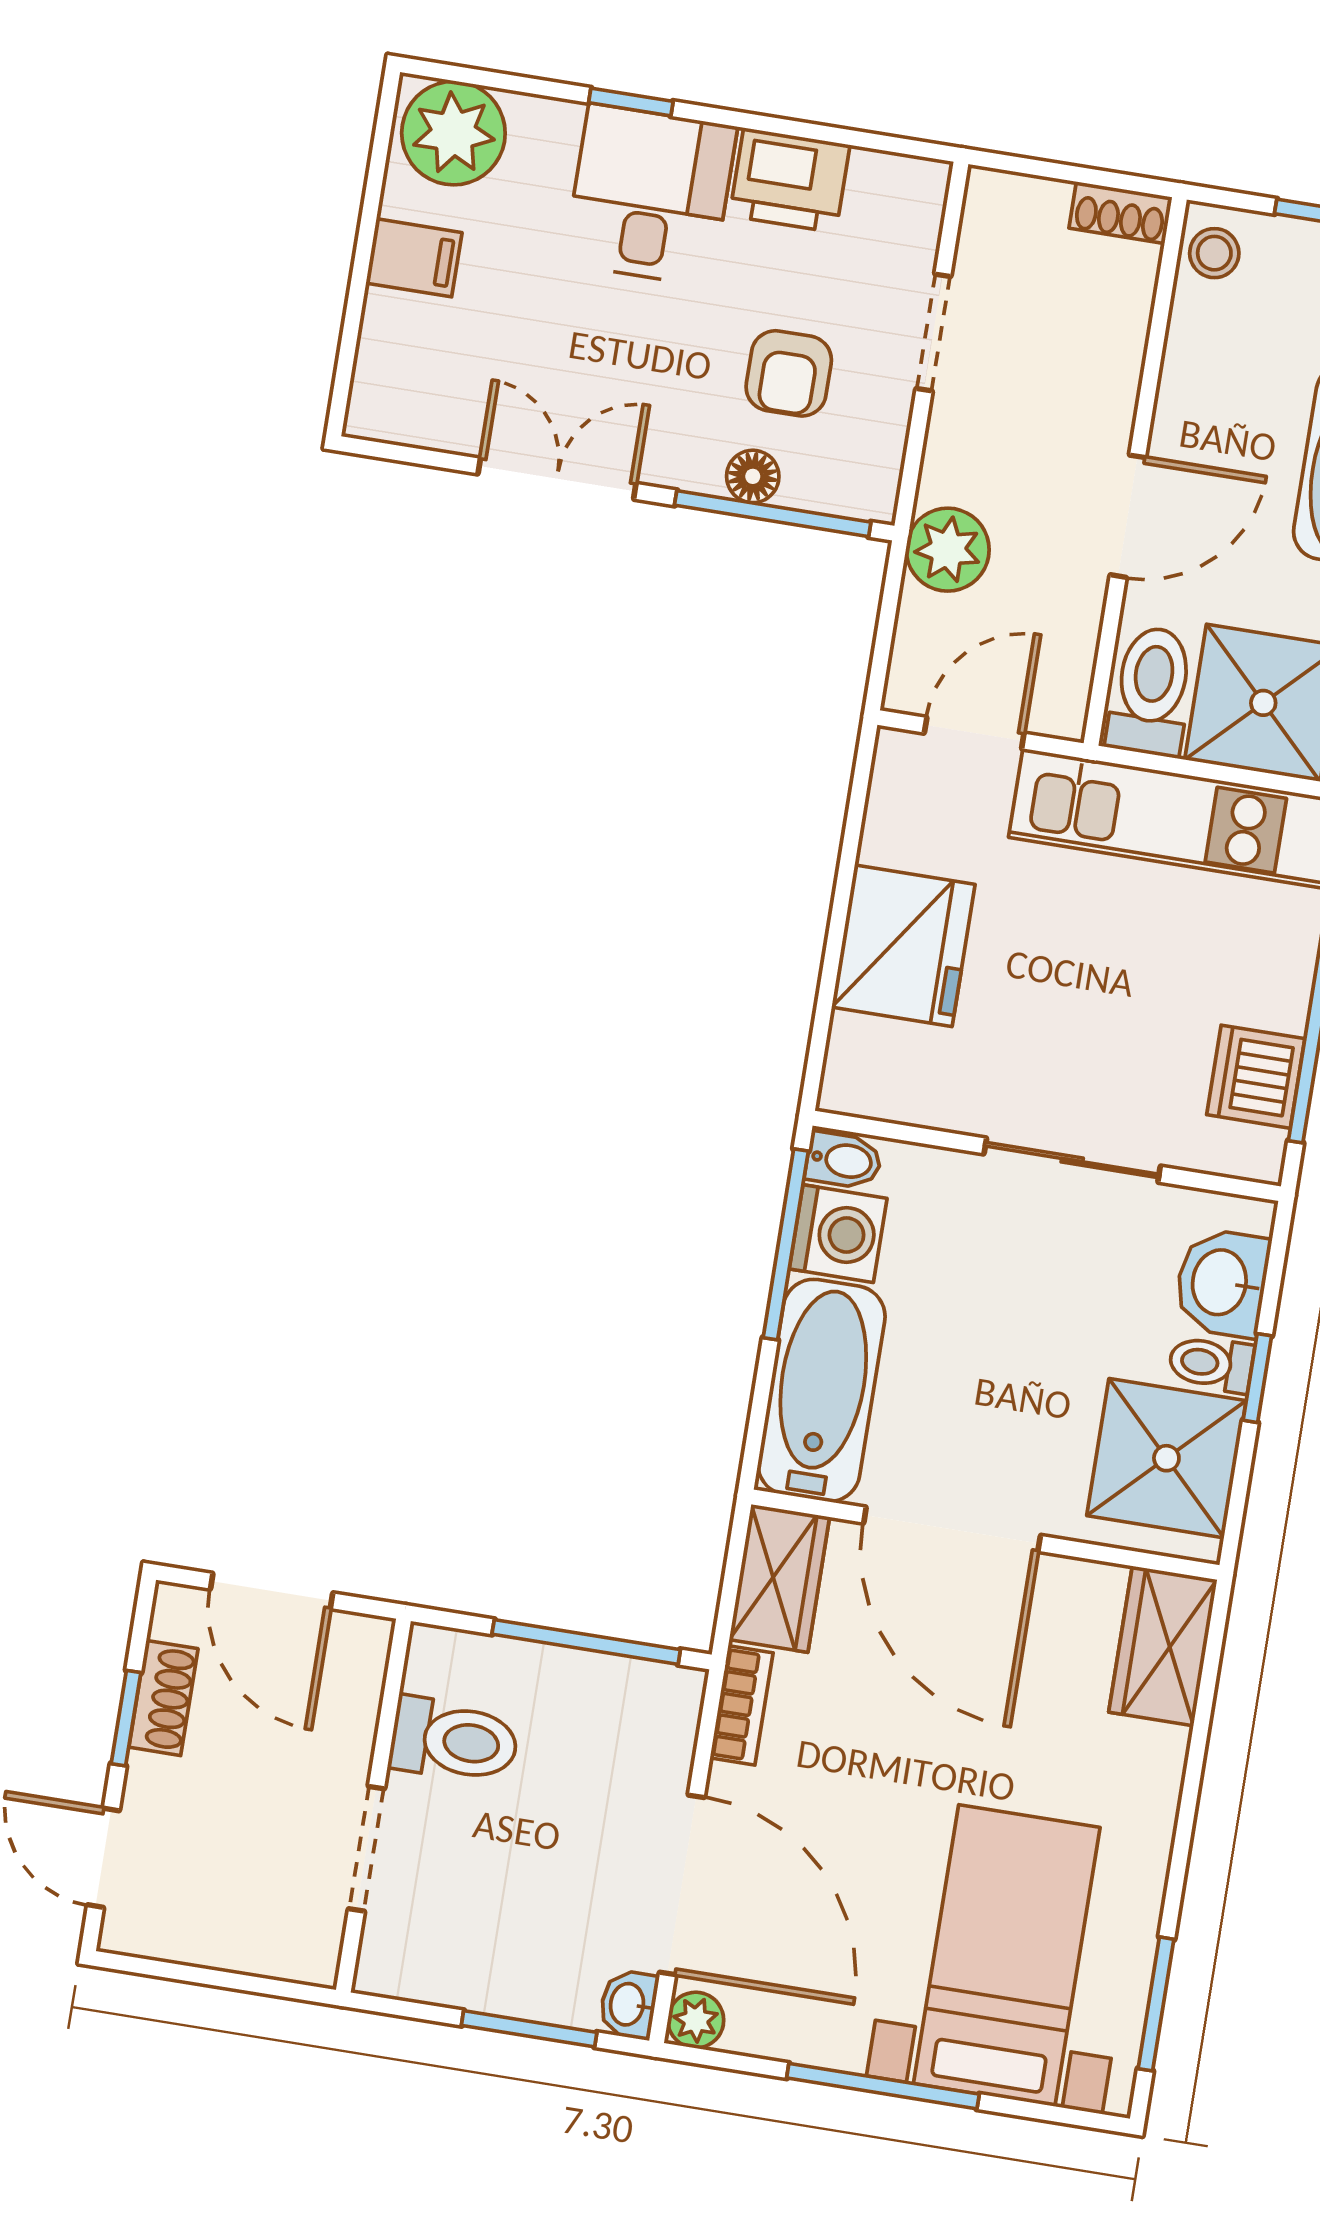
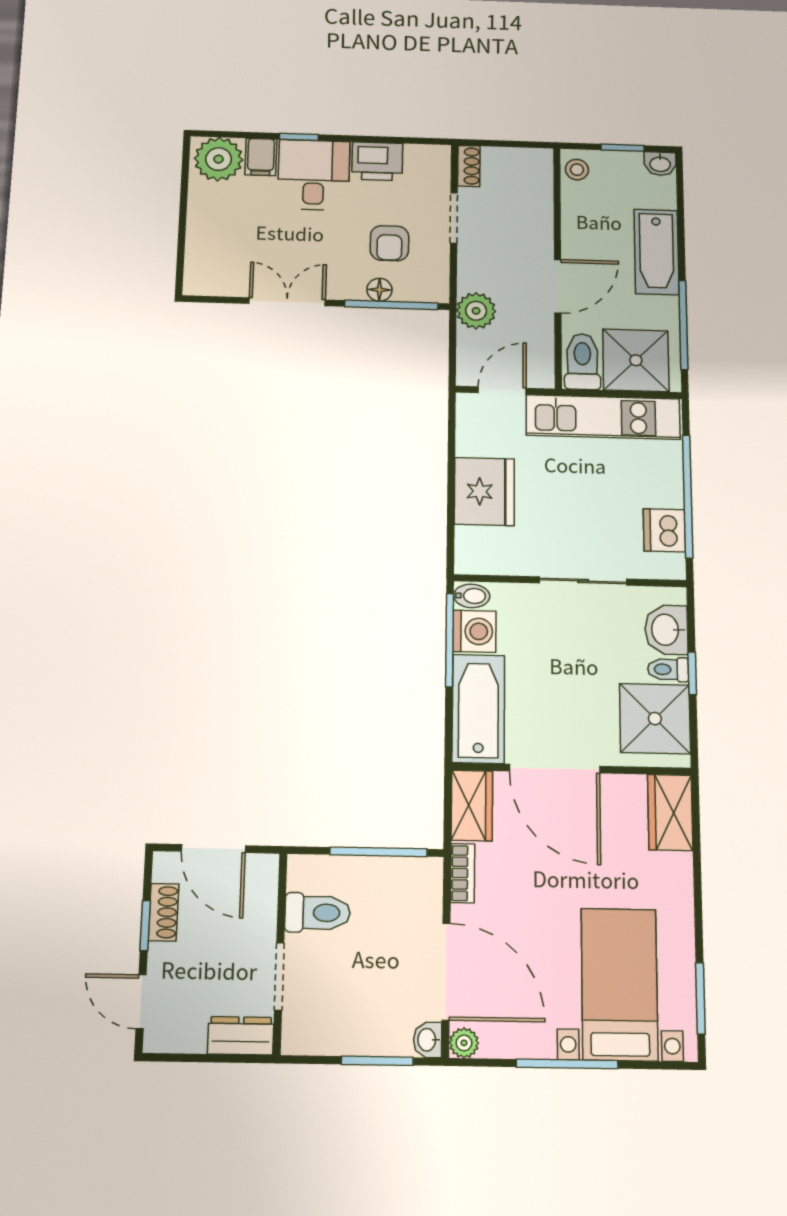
shoe rack: (1120, 213) -> (469, 166), moved, turned -90
filing cabinet: (414, 258) -> (261, 157), moved, turned 90
dresser: (281, 1946) -> (241, 1036), added

